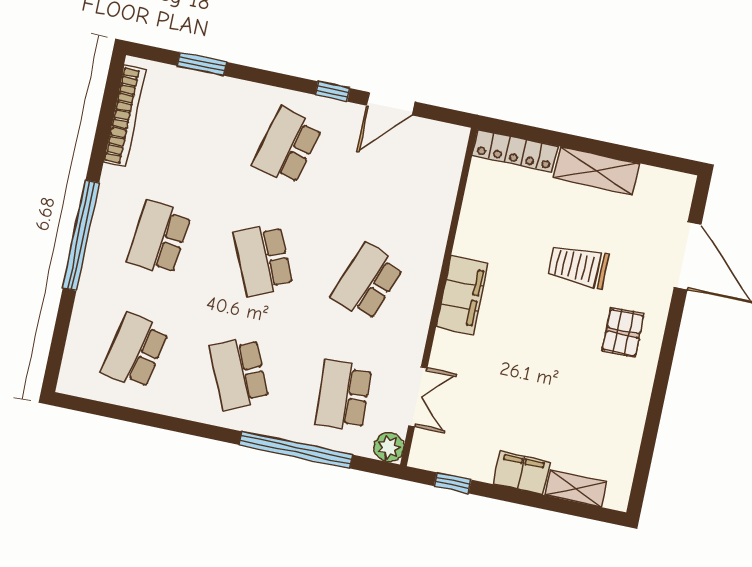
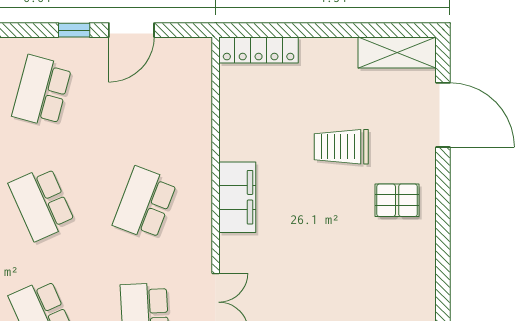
shelving: (596, 171) -> (397, 52), moved
pallet: (623, 332) -> (397, 200), turned 90

